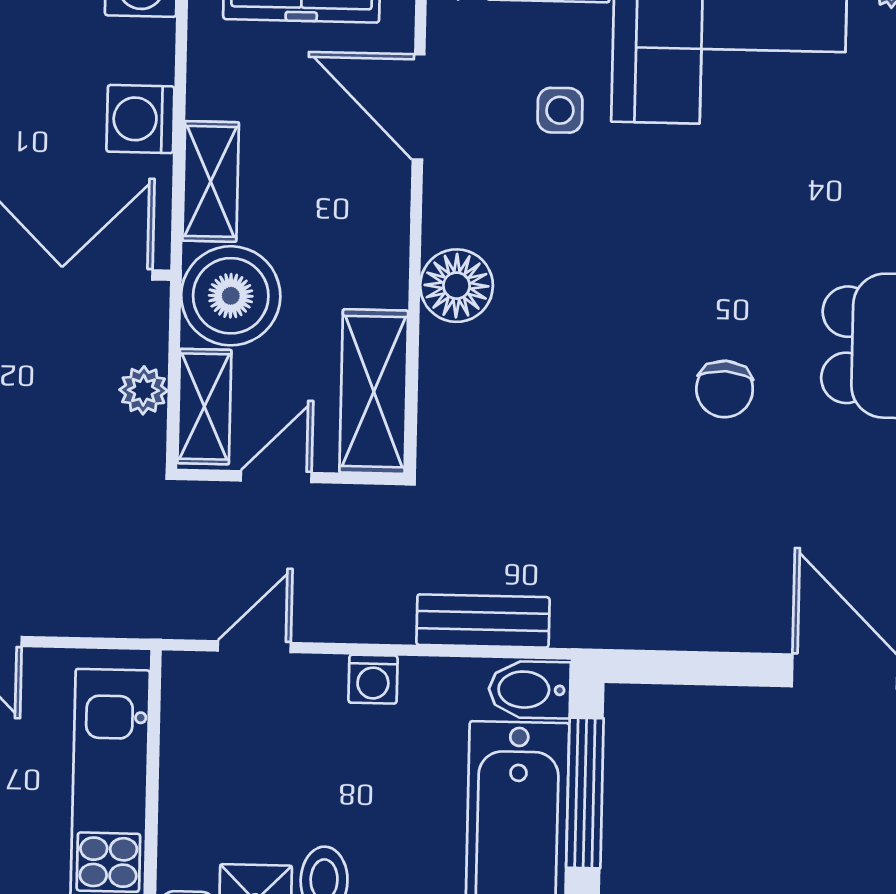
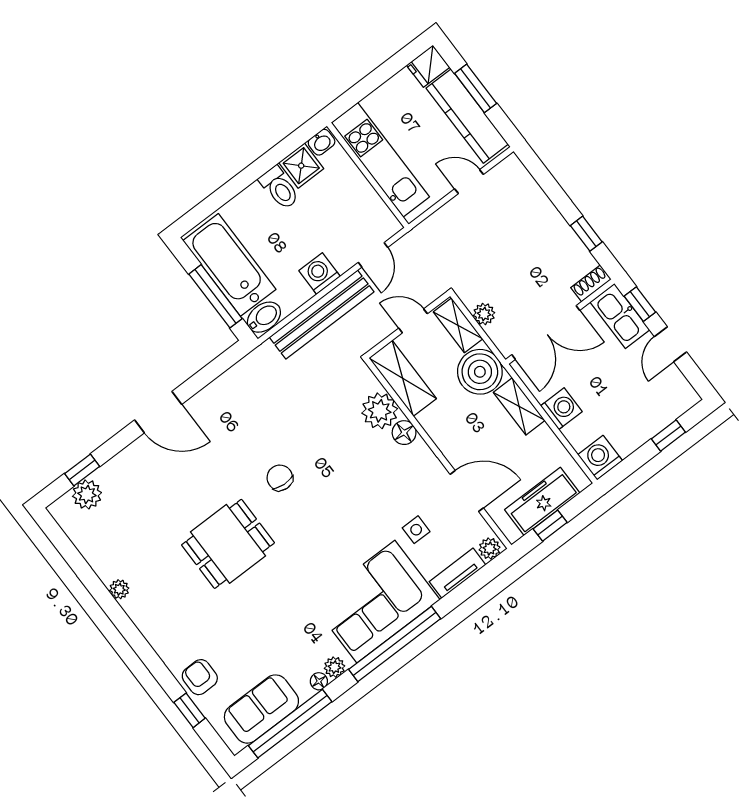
floor lamp: (457, 286) -> (404, 433), width x0.73, depth x0.73
plant: (459, 367) -> (380, 411), added
door: (276, 477) -> (413, 321), swing flipped
bench: (483, 621) -> (322, 315), width x1.86, depth x1.21
washing machine: (373, 679) -> (320, 274), width x1.38, depth x1.38

